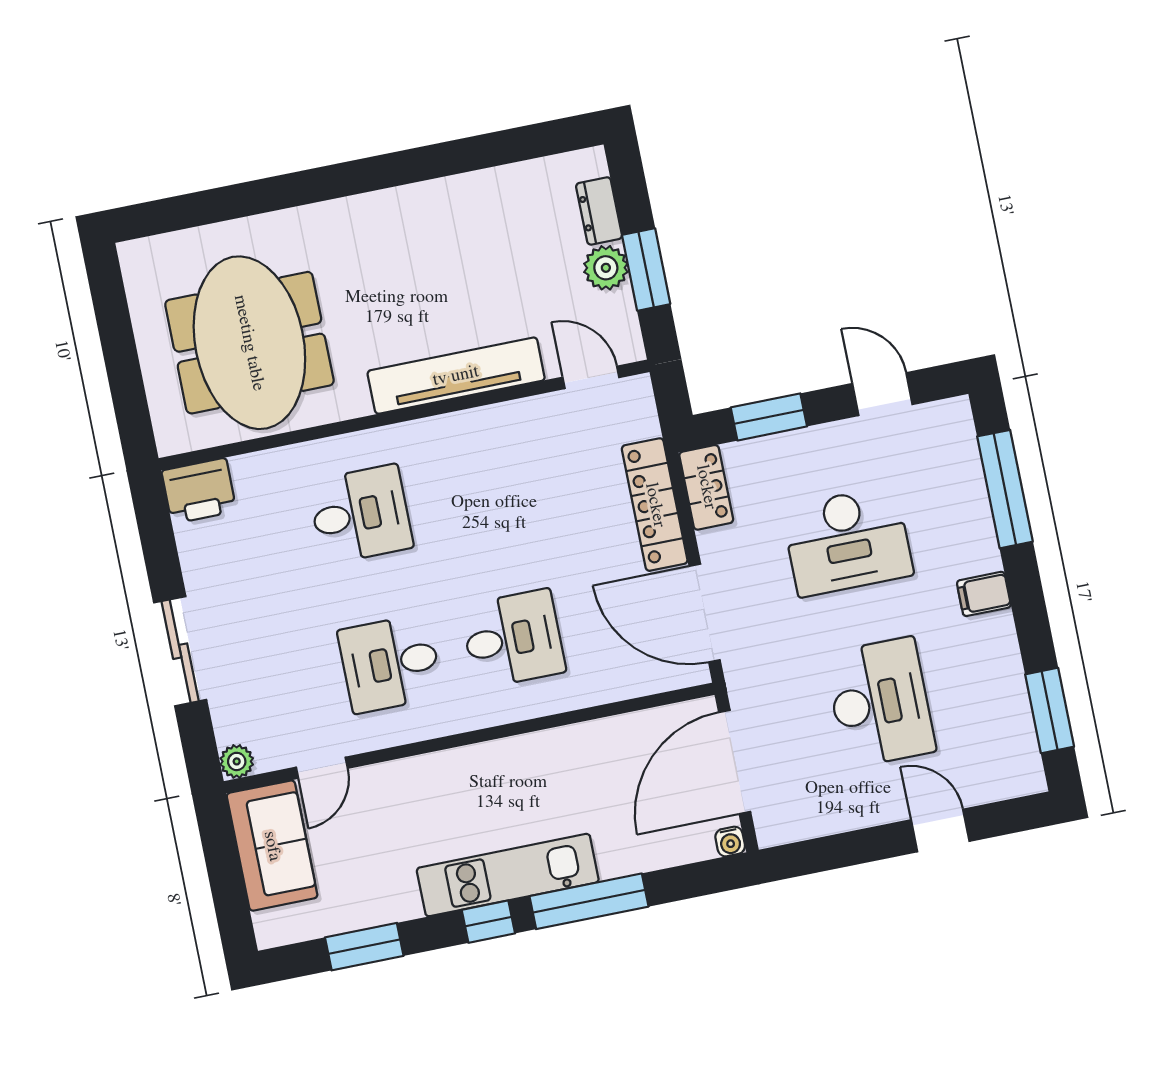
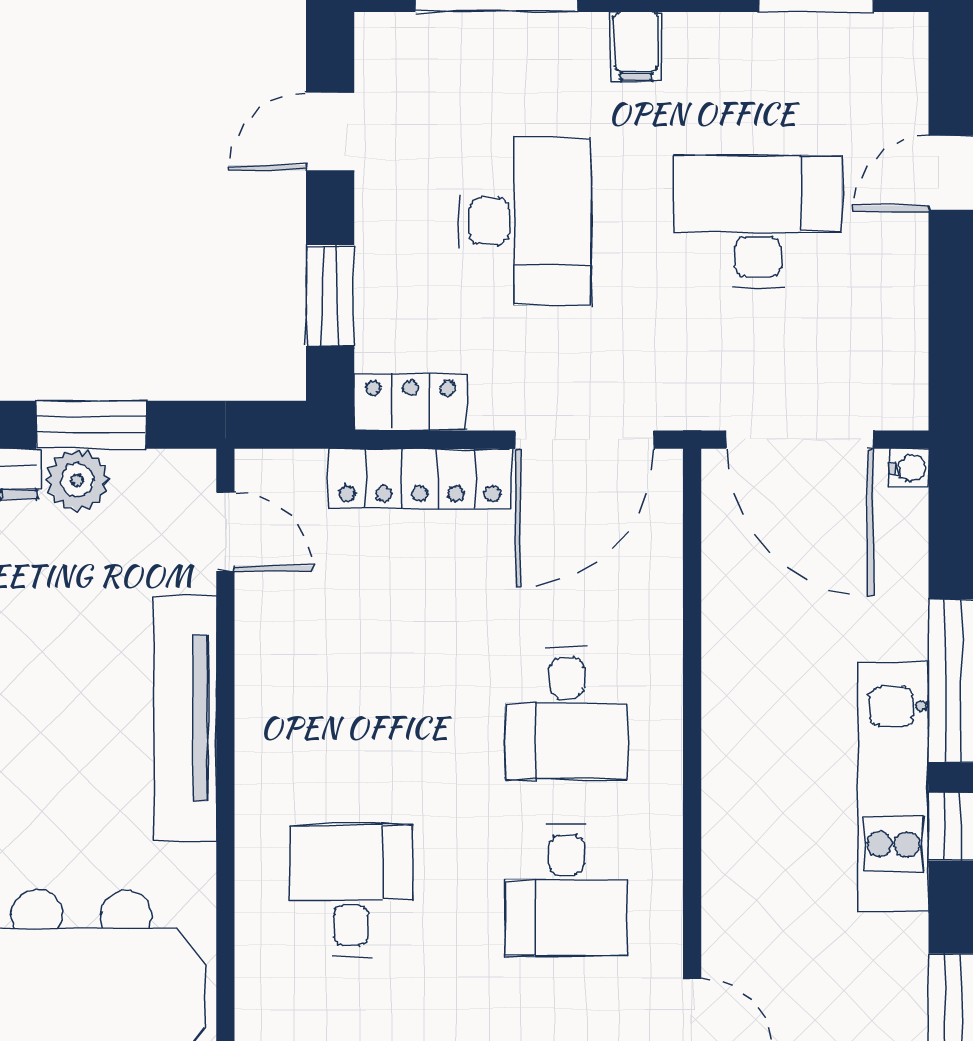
door: (591, 377) -> (225, 532), swing flipped
desk: (513, 639) -> (567, 713), turned 180

